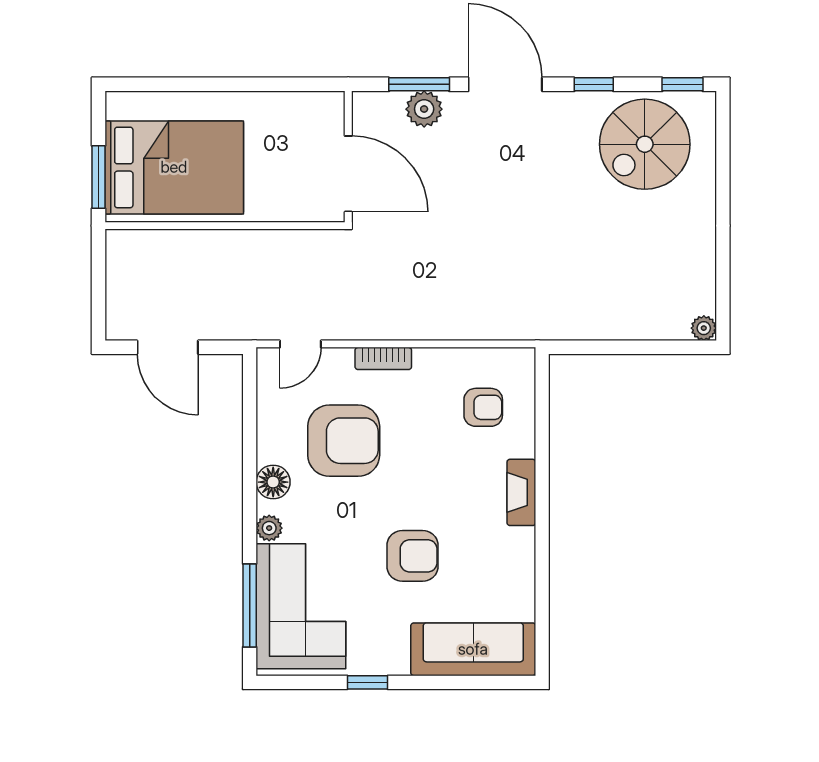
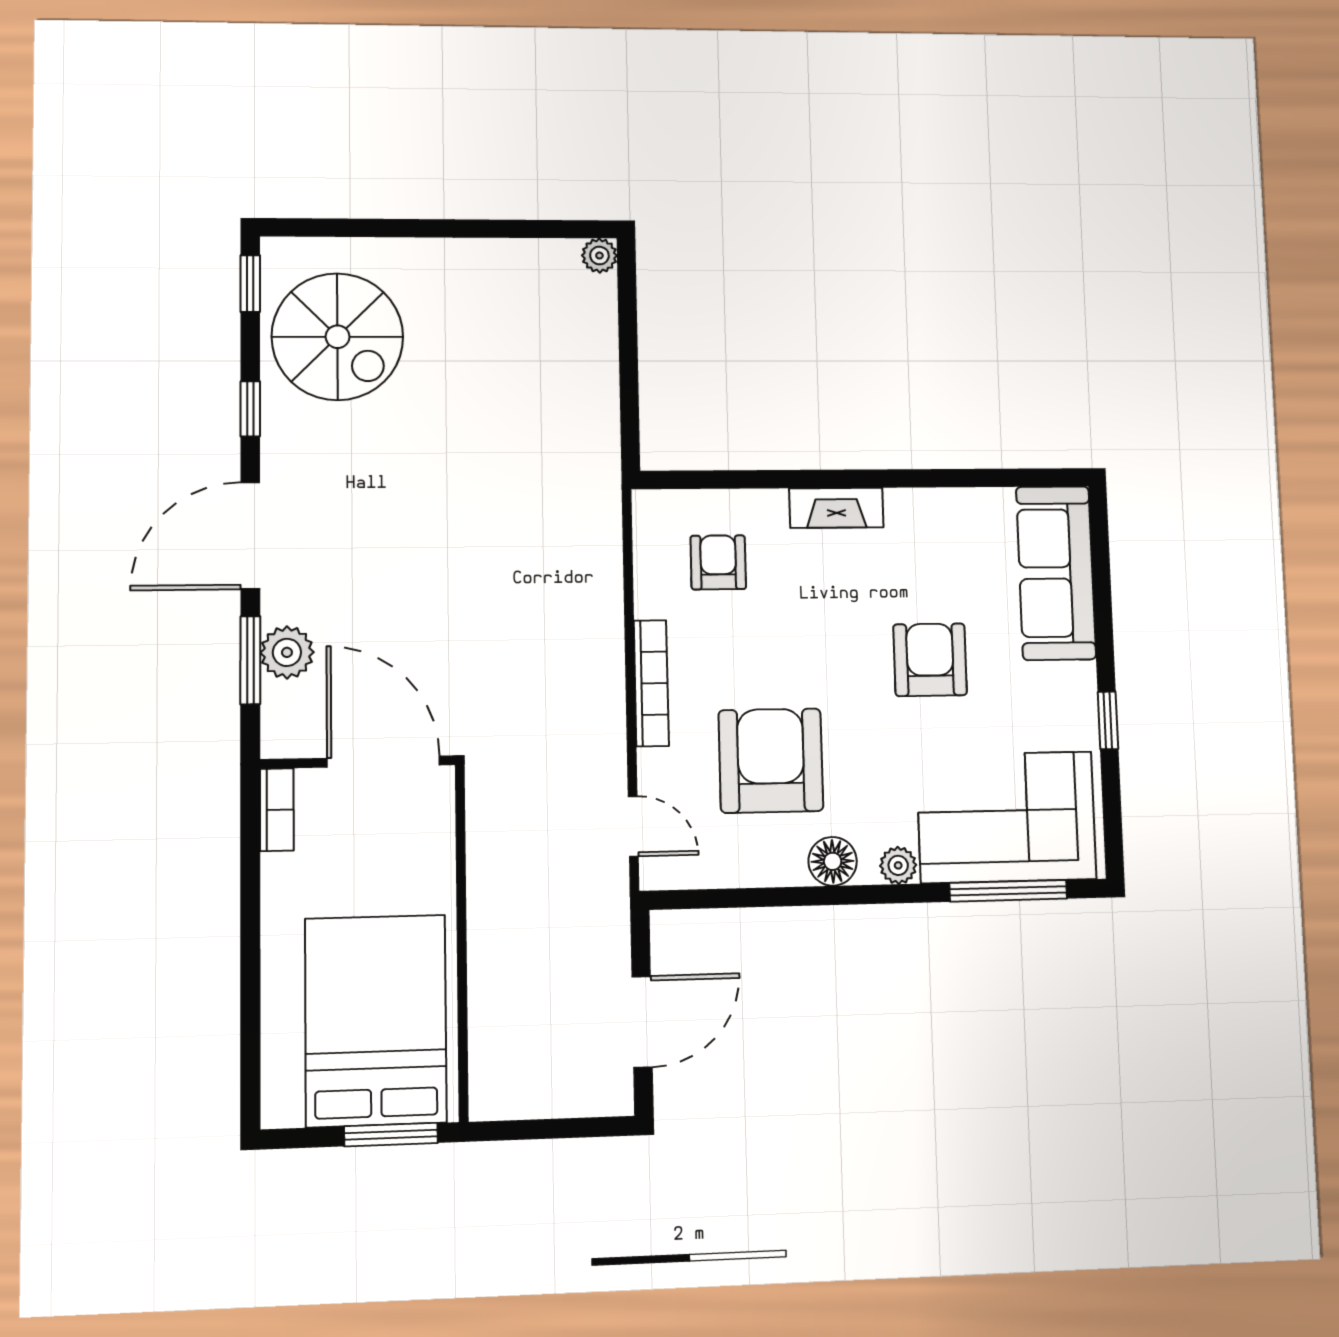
bookcase: (317, 102) -> (277, 810), added
door: (348, 174) -> (383, 762), hinge flipped
bookcase: (383, 358) -> (651, 683), width x1.56

